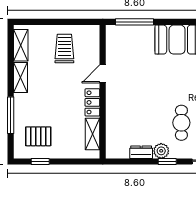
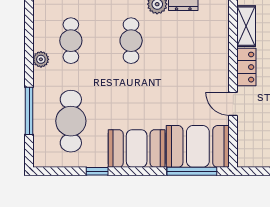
booth: (130, 41) -> (198, 146), added
door: (103, 74) -> (233, 104), swing flipped

